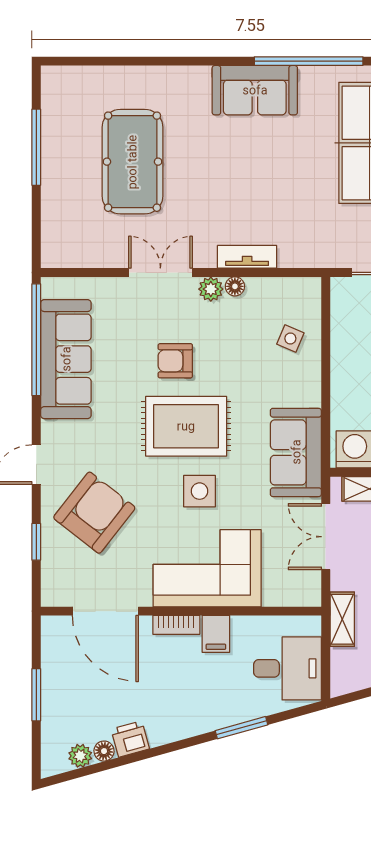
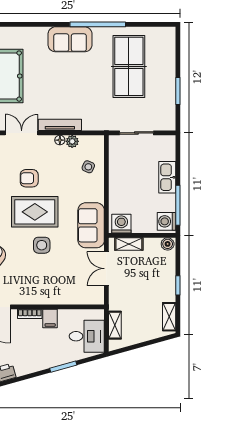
tv unit: (247, 257) -> (60, 125), width x1.41
plant: (211, 289) -> (72, 141), moved
corner sofa: (207, 568) -> (46, 285), removed
shelving: (342, 619) -> (115, 325), moved

